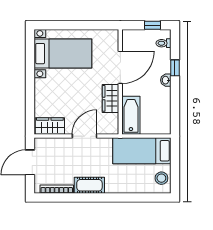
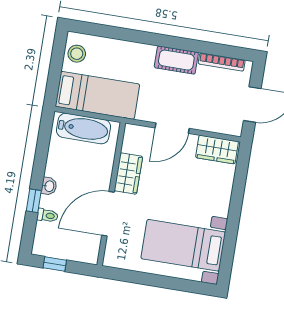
toilet: (163, 43) -> (47, 215), moved
bathtub: (131, 115) -> (84, 129), moved, turned -90

